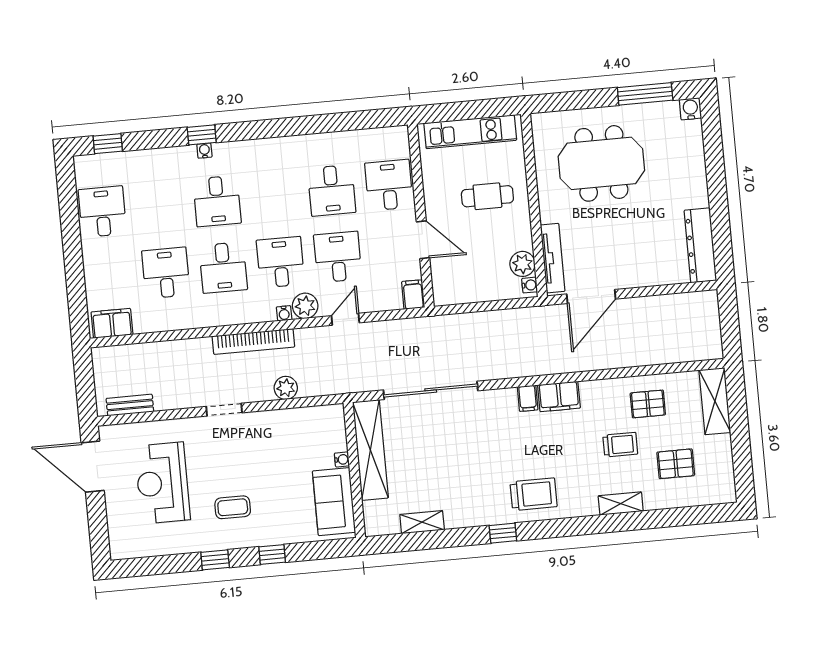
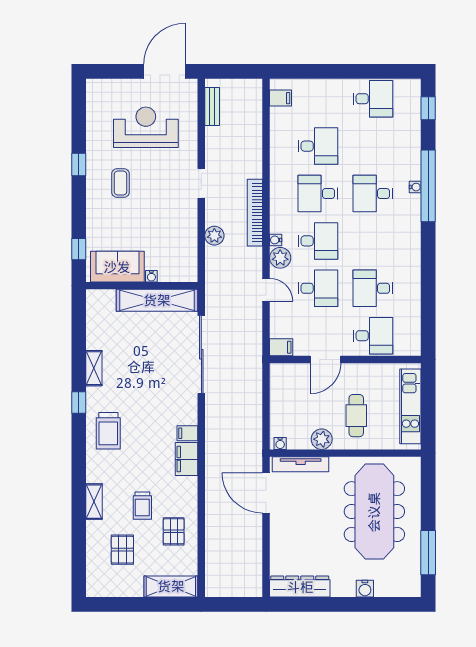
water cooler: (690, 109) -> (365, 589), moved, turned 90
window: (202, 135) -> (428, 186), width x3.17
meeting table: (601, 163) -> (374, 512), width x1.36
plant: (522, 264) -> (322, 439), moved
filing cabinet: (112, 323) -> (281, 98), width x0.50
shelving: (422, 522) -> (94, 368), moved
window: (272, 555) -> (79, 249), moved

